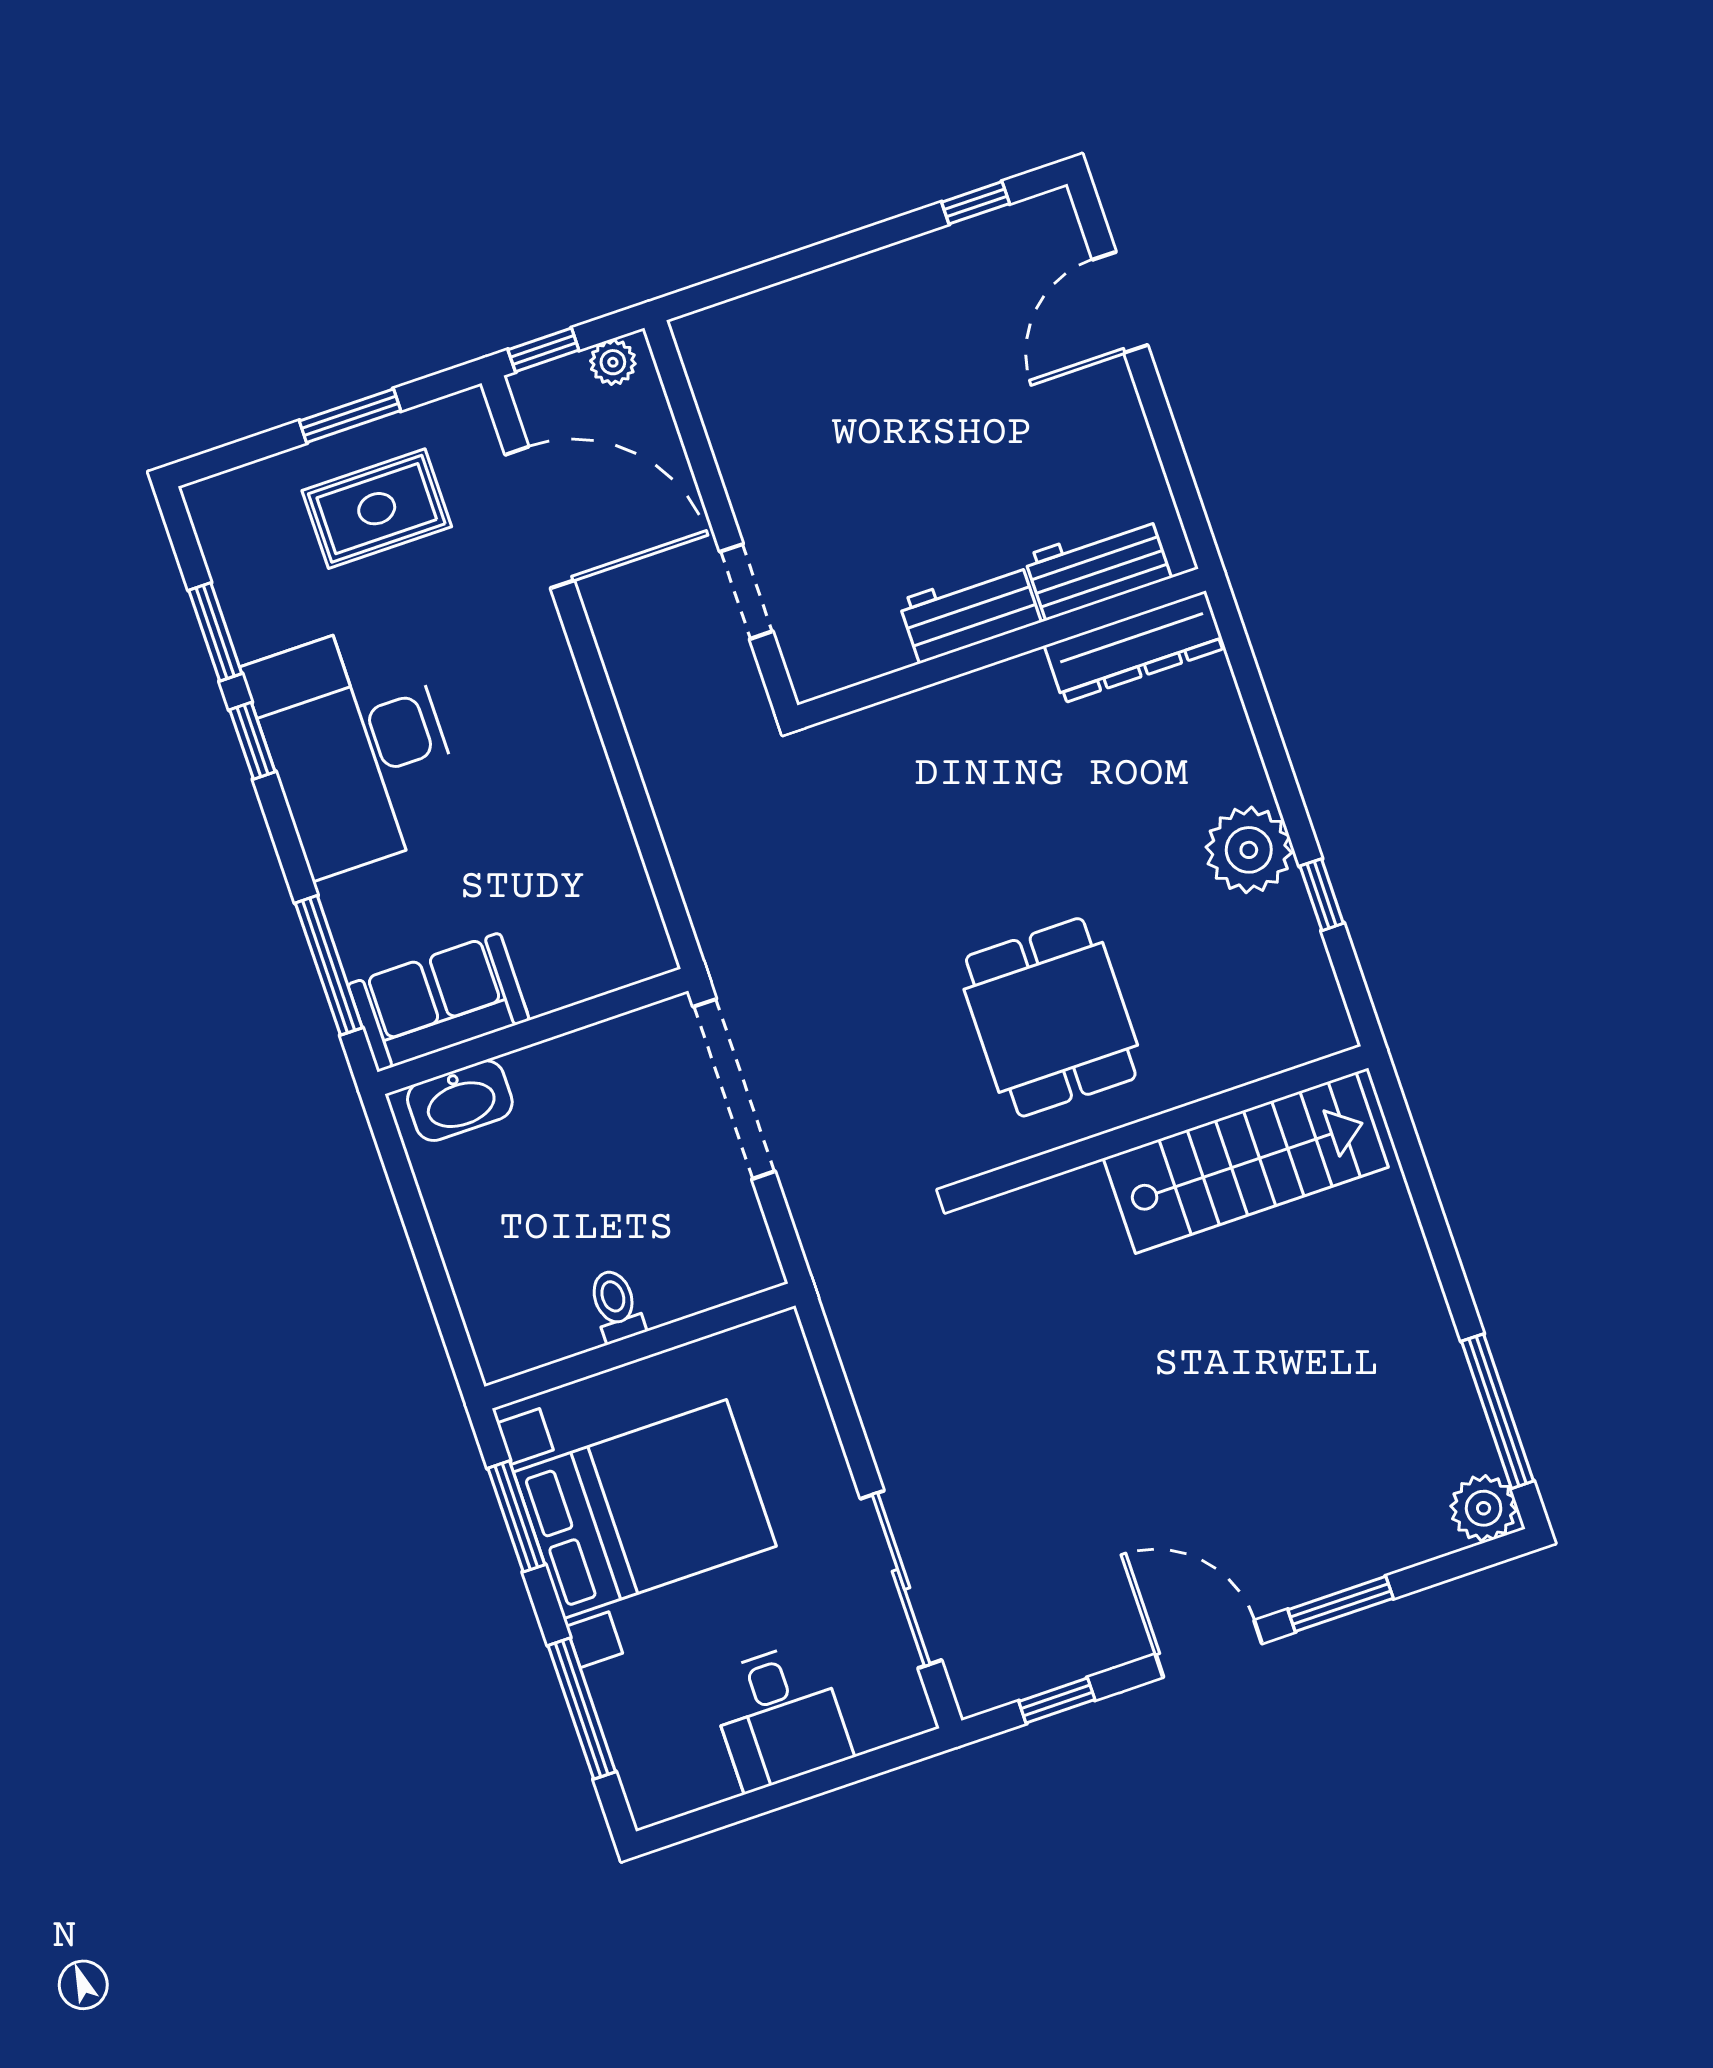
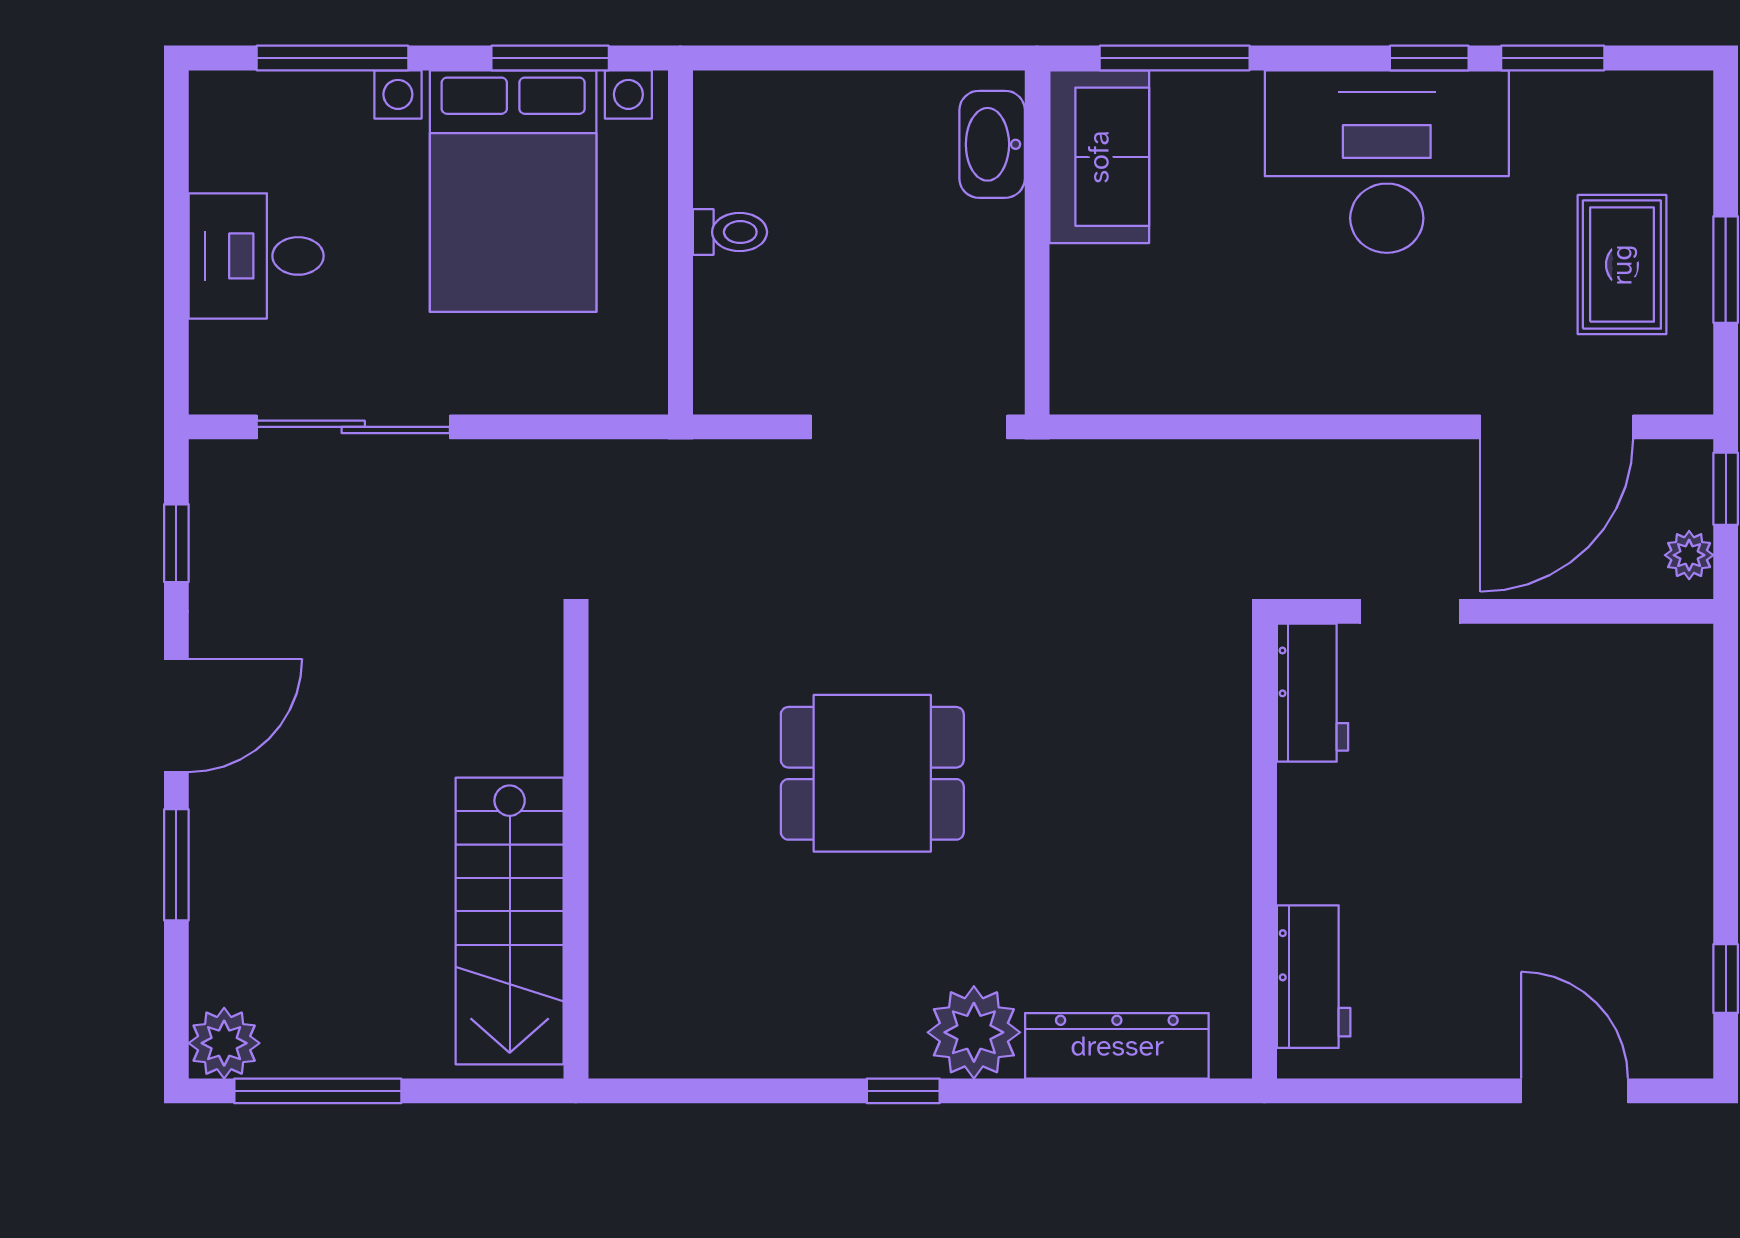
workbench: (970, 611) -> (1312, 693), moved
dresser: (1135, 647) -> (1117, 1046), moved, turned 90
wall: (1164, 1125) -> (576, 851), moved
stairs: (1246, 1163) -> (510, 921), moved

